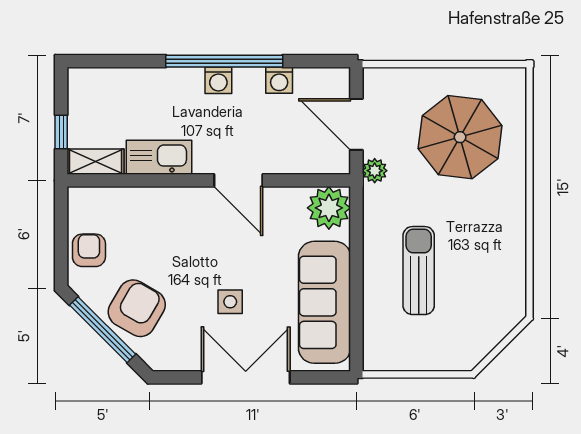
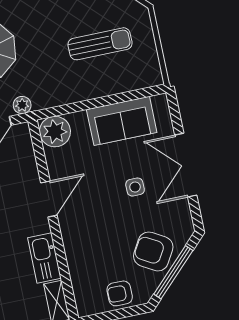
sun lounger: (419, 271) -> (100, 44), moved, turned 180
sofa: (325, 302) -> (122, 121), width x0.73

